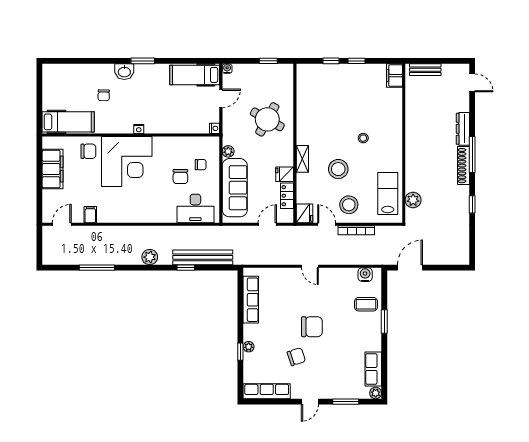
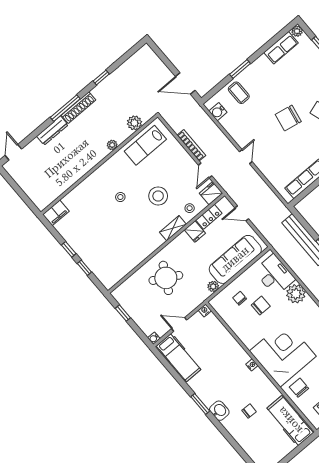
bench: (425, 70) -> (33, 194), removed
plant: (411, 167) -> (112, 145), added
stool: (349, 205) -> (190, 208), moved, width x0.53, depth x0.53
plant: (166, 213) -> (296, 294), added
chair: (312, 327) -> (288, 118), turned -79

